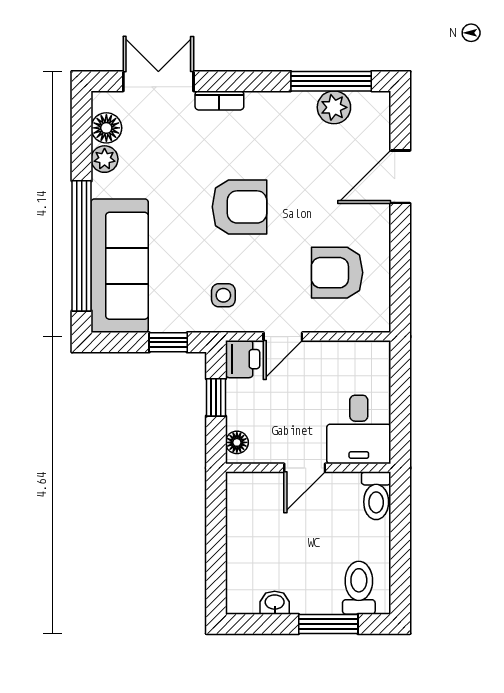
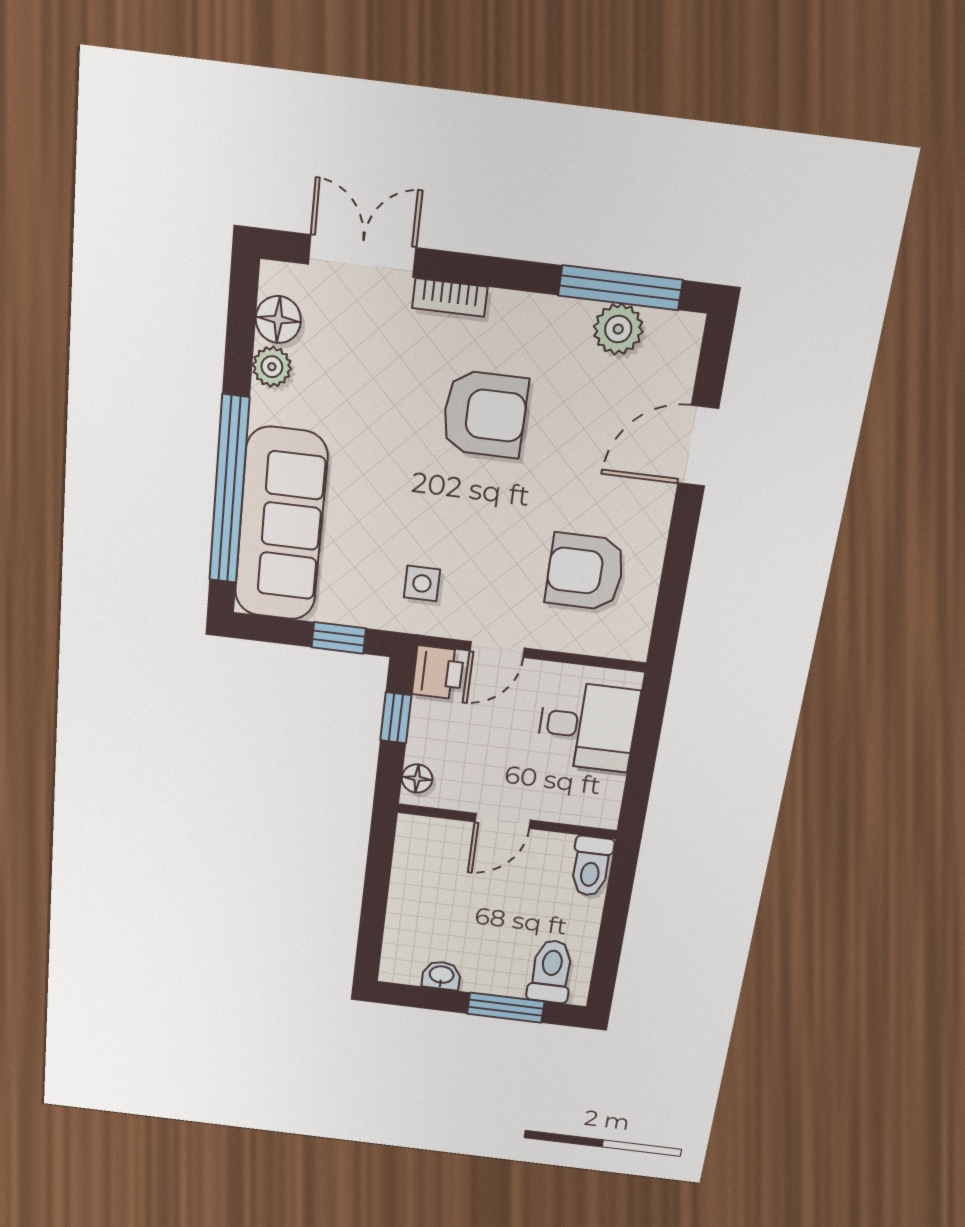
armchair: (239, 207) -> (485, 414), moved
desk: (359, 430) -> (587, 726), moved, turned -90

